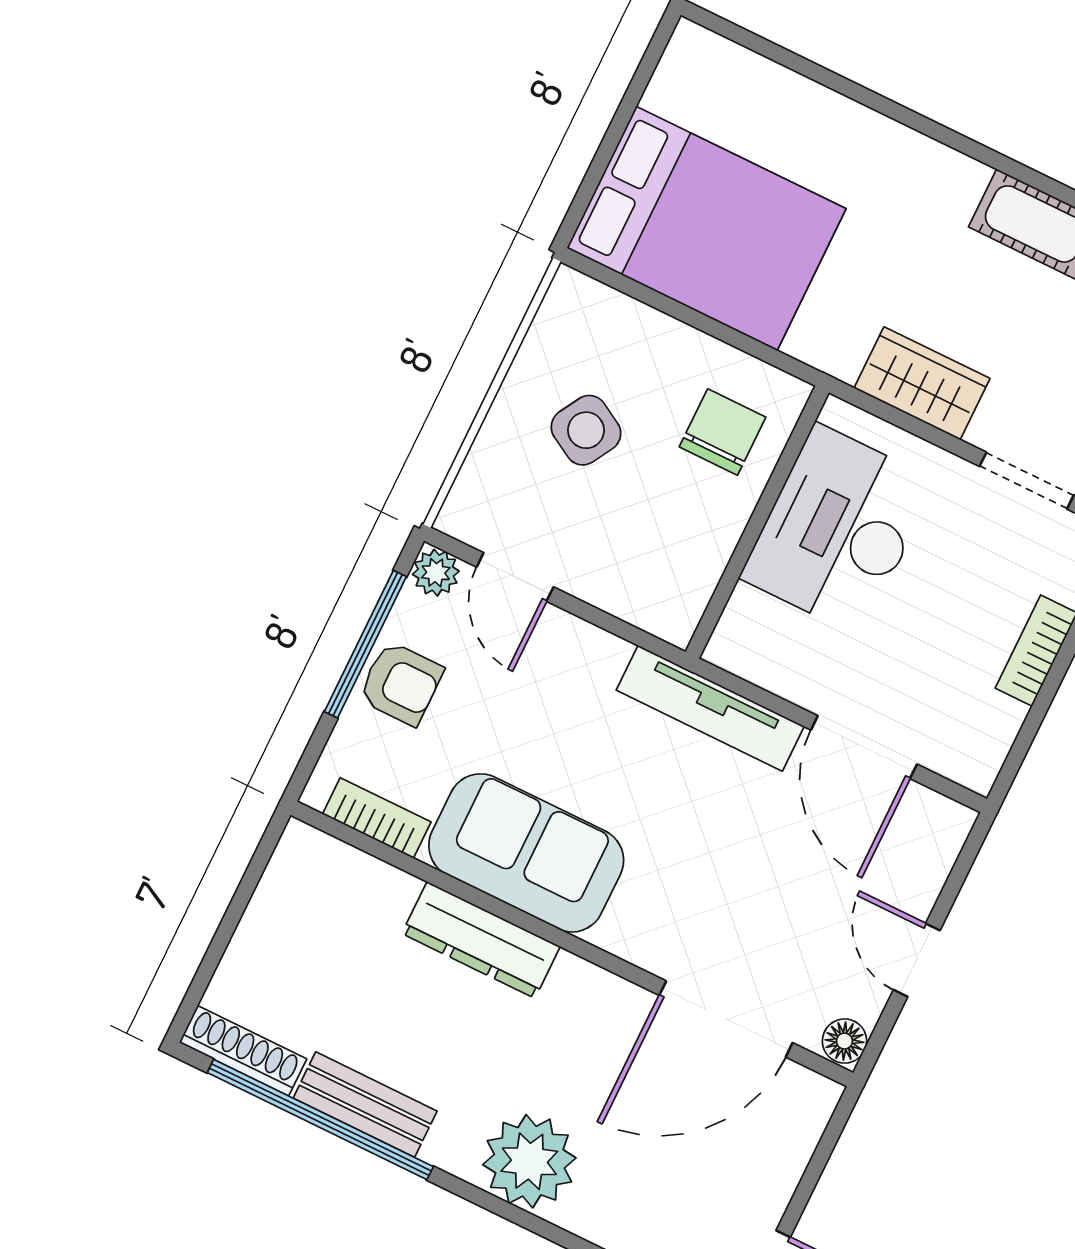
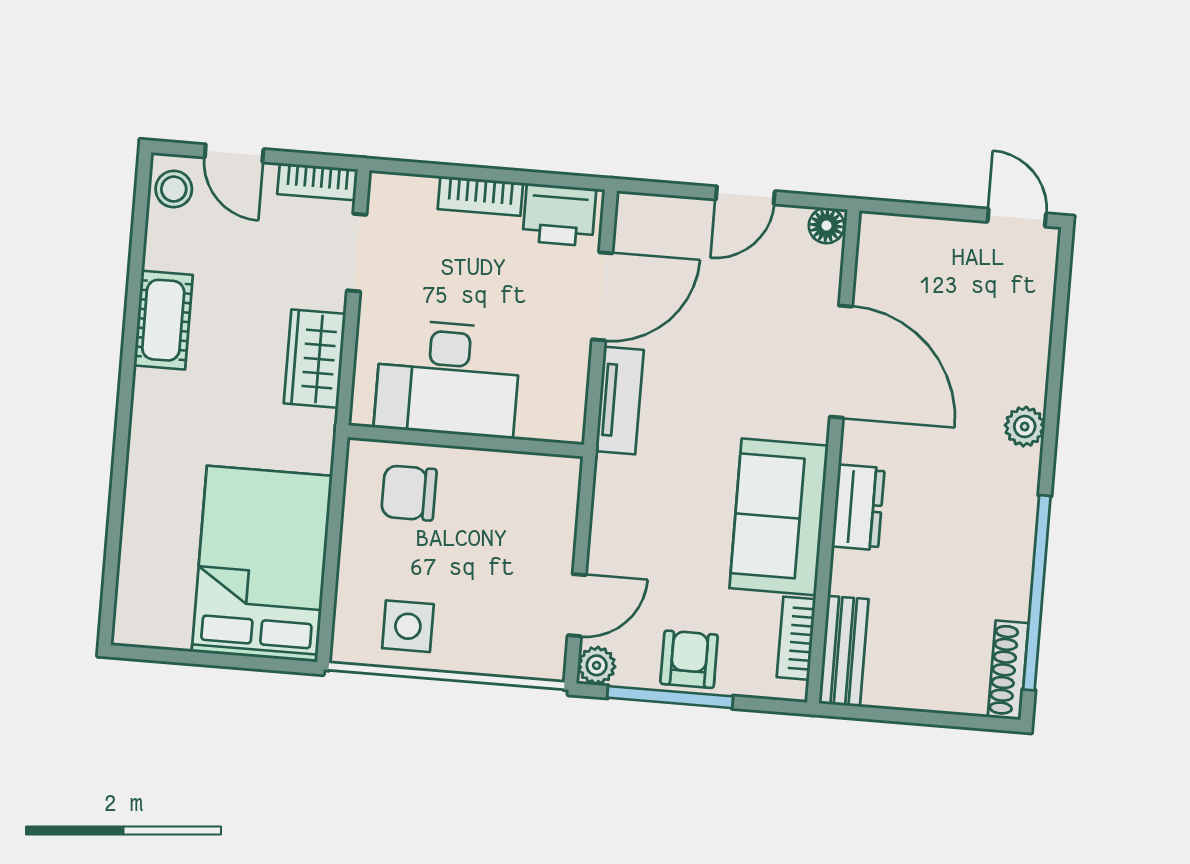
side table: (586, 430) -> (408, 626), moved, turned -30
tv unit: (710, 708) -> (620, 401), width x0.71
printer: (979, 734) -> (559, 215), added
dresser: (481, 940) -> (858, 507), width x0.70
door: (726, 1019) -> (841, 362), moved
bench: (365, 1105) -> (844, 651), moved
plant: (529, 1161) -> (1025, 427), width x0.53, depth x0.53

